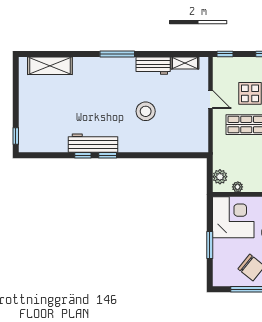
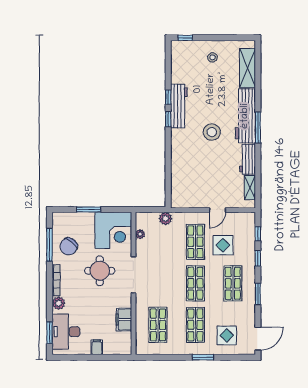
window: (225, 54) -> (258, 234), moved
workbench: (104, 68) -> (245, 116), added
stool: (38, 105) -> (213, 57), added
stool: (146, 111) -> (212, 132), moved
plant: (220, 177) -> (165, 219), moved

